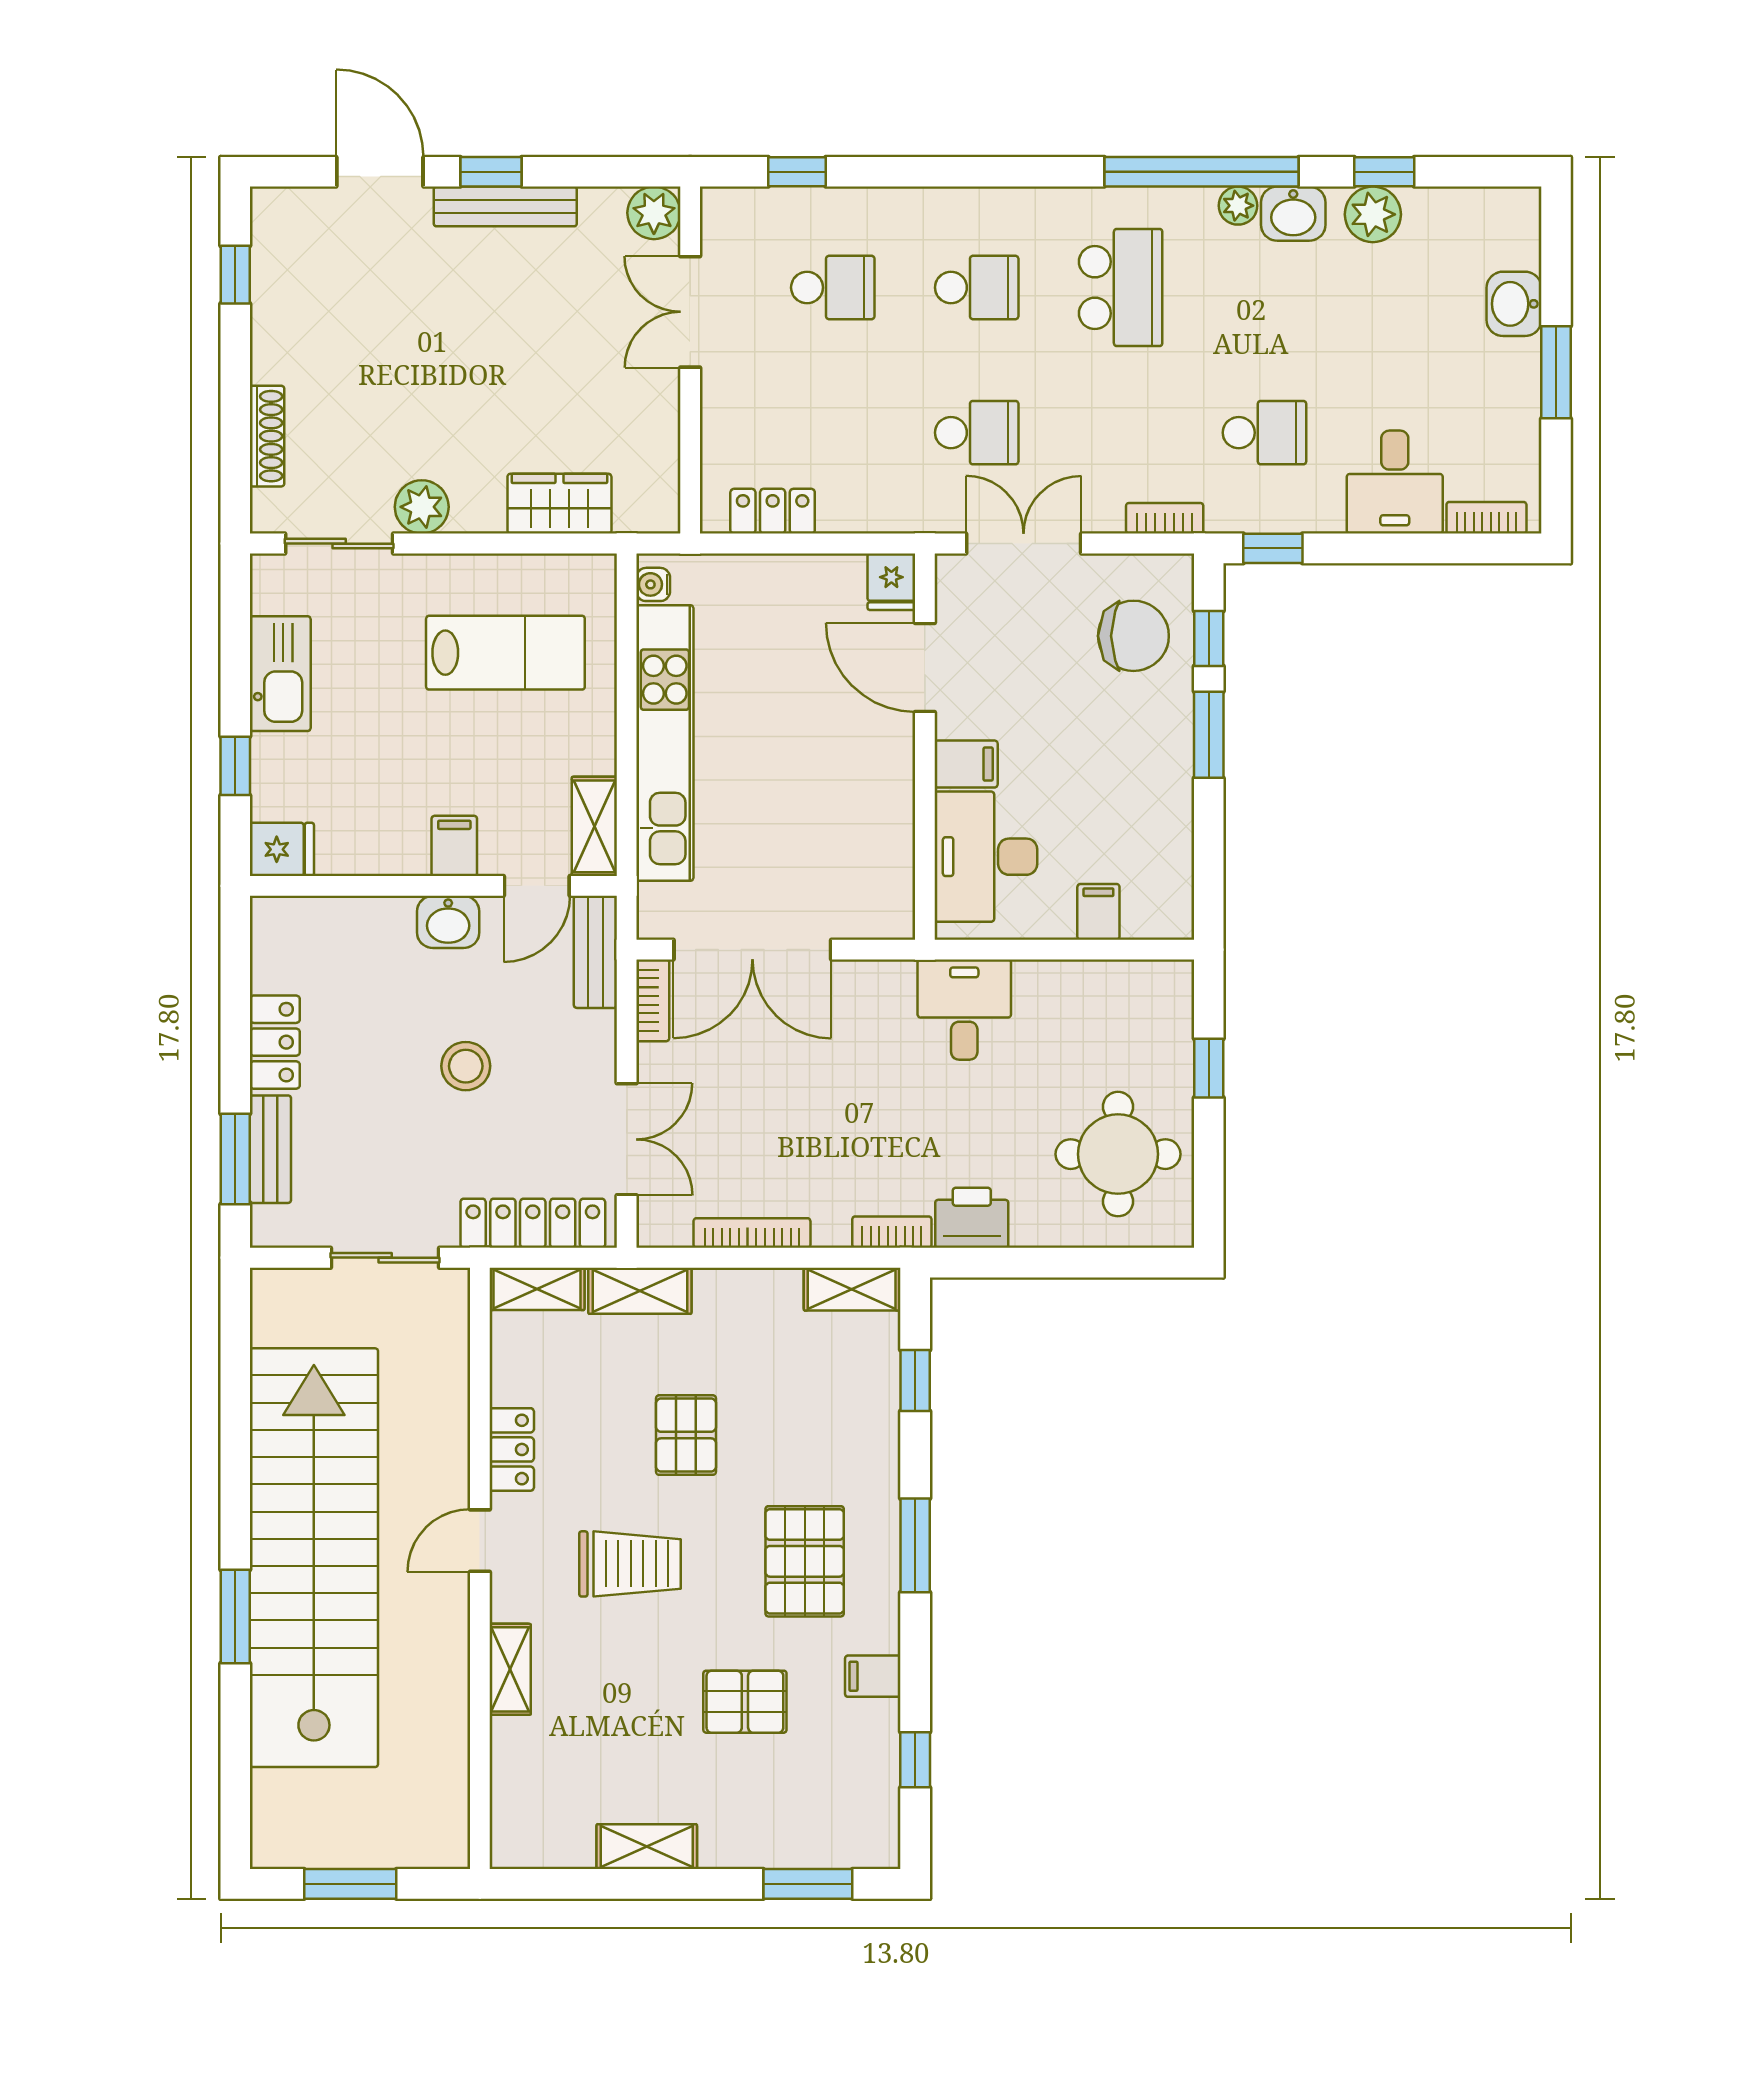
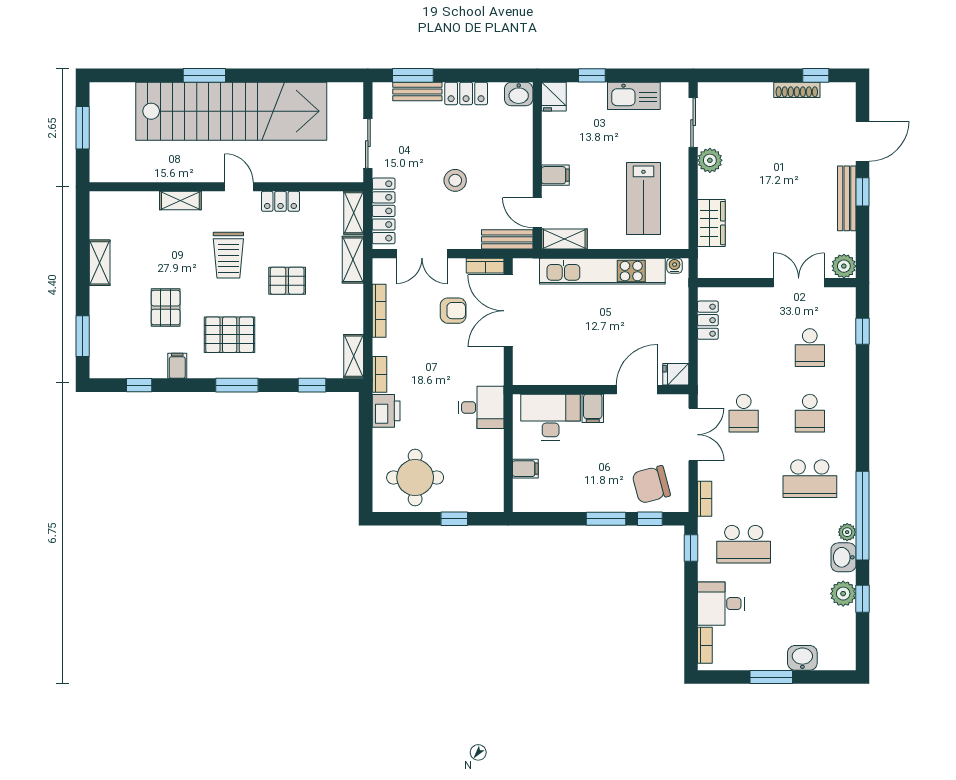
school desk: (1265, 433) -> (744, 544), width x1.85
shoe rack: (267, 436) -> (797, 90), moved
chair: (1133, 636) -> (651, 485), turned 75
washbasin: (448, 922) -> (519, 94), moved, turned -90
armchair: (752, 1070) -> (453, 311), added

